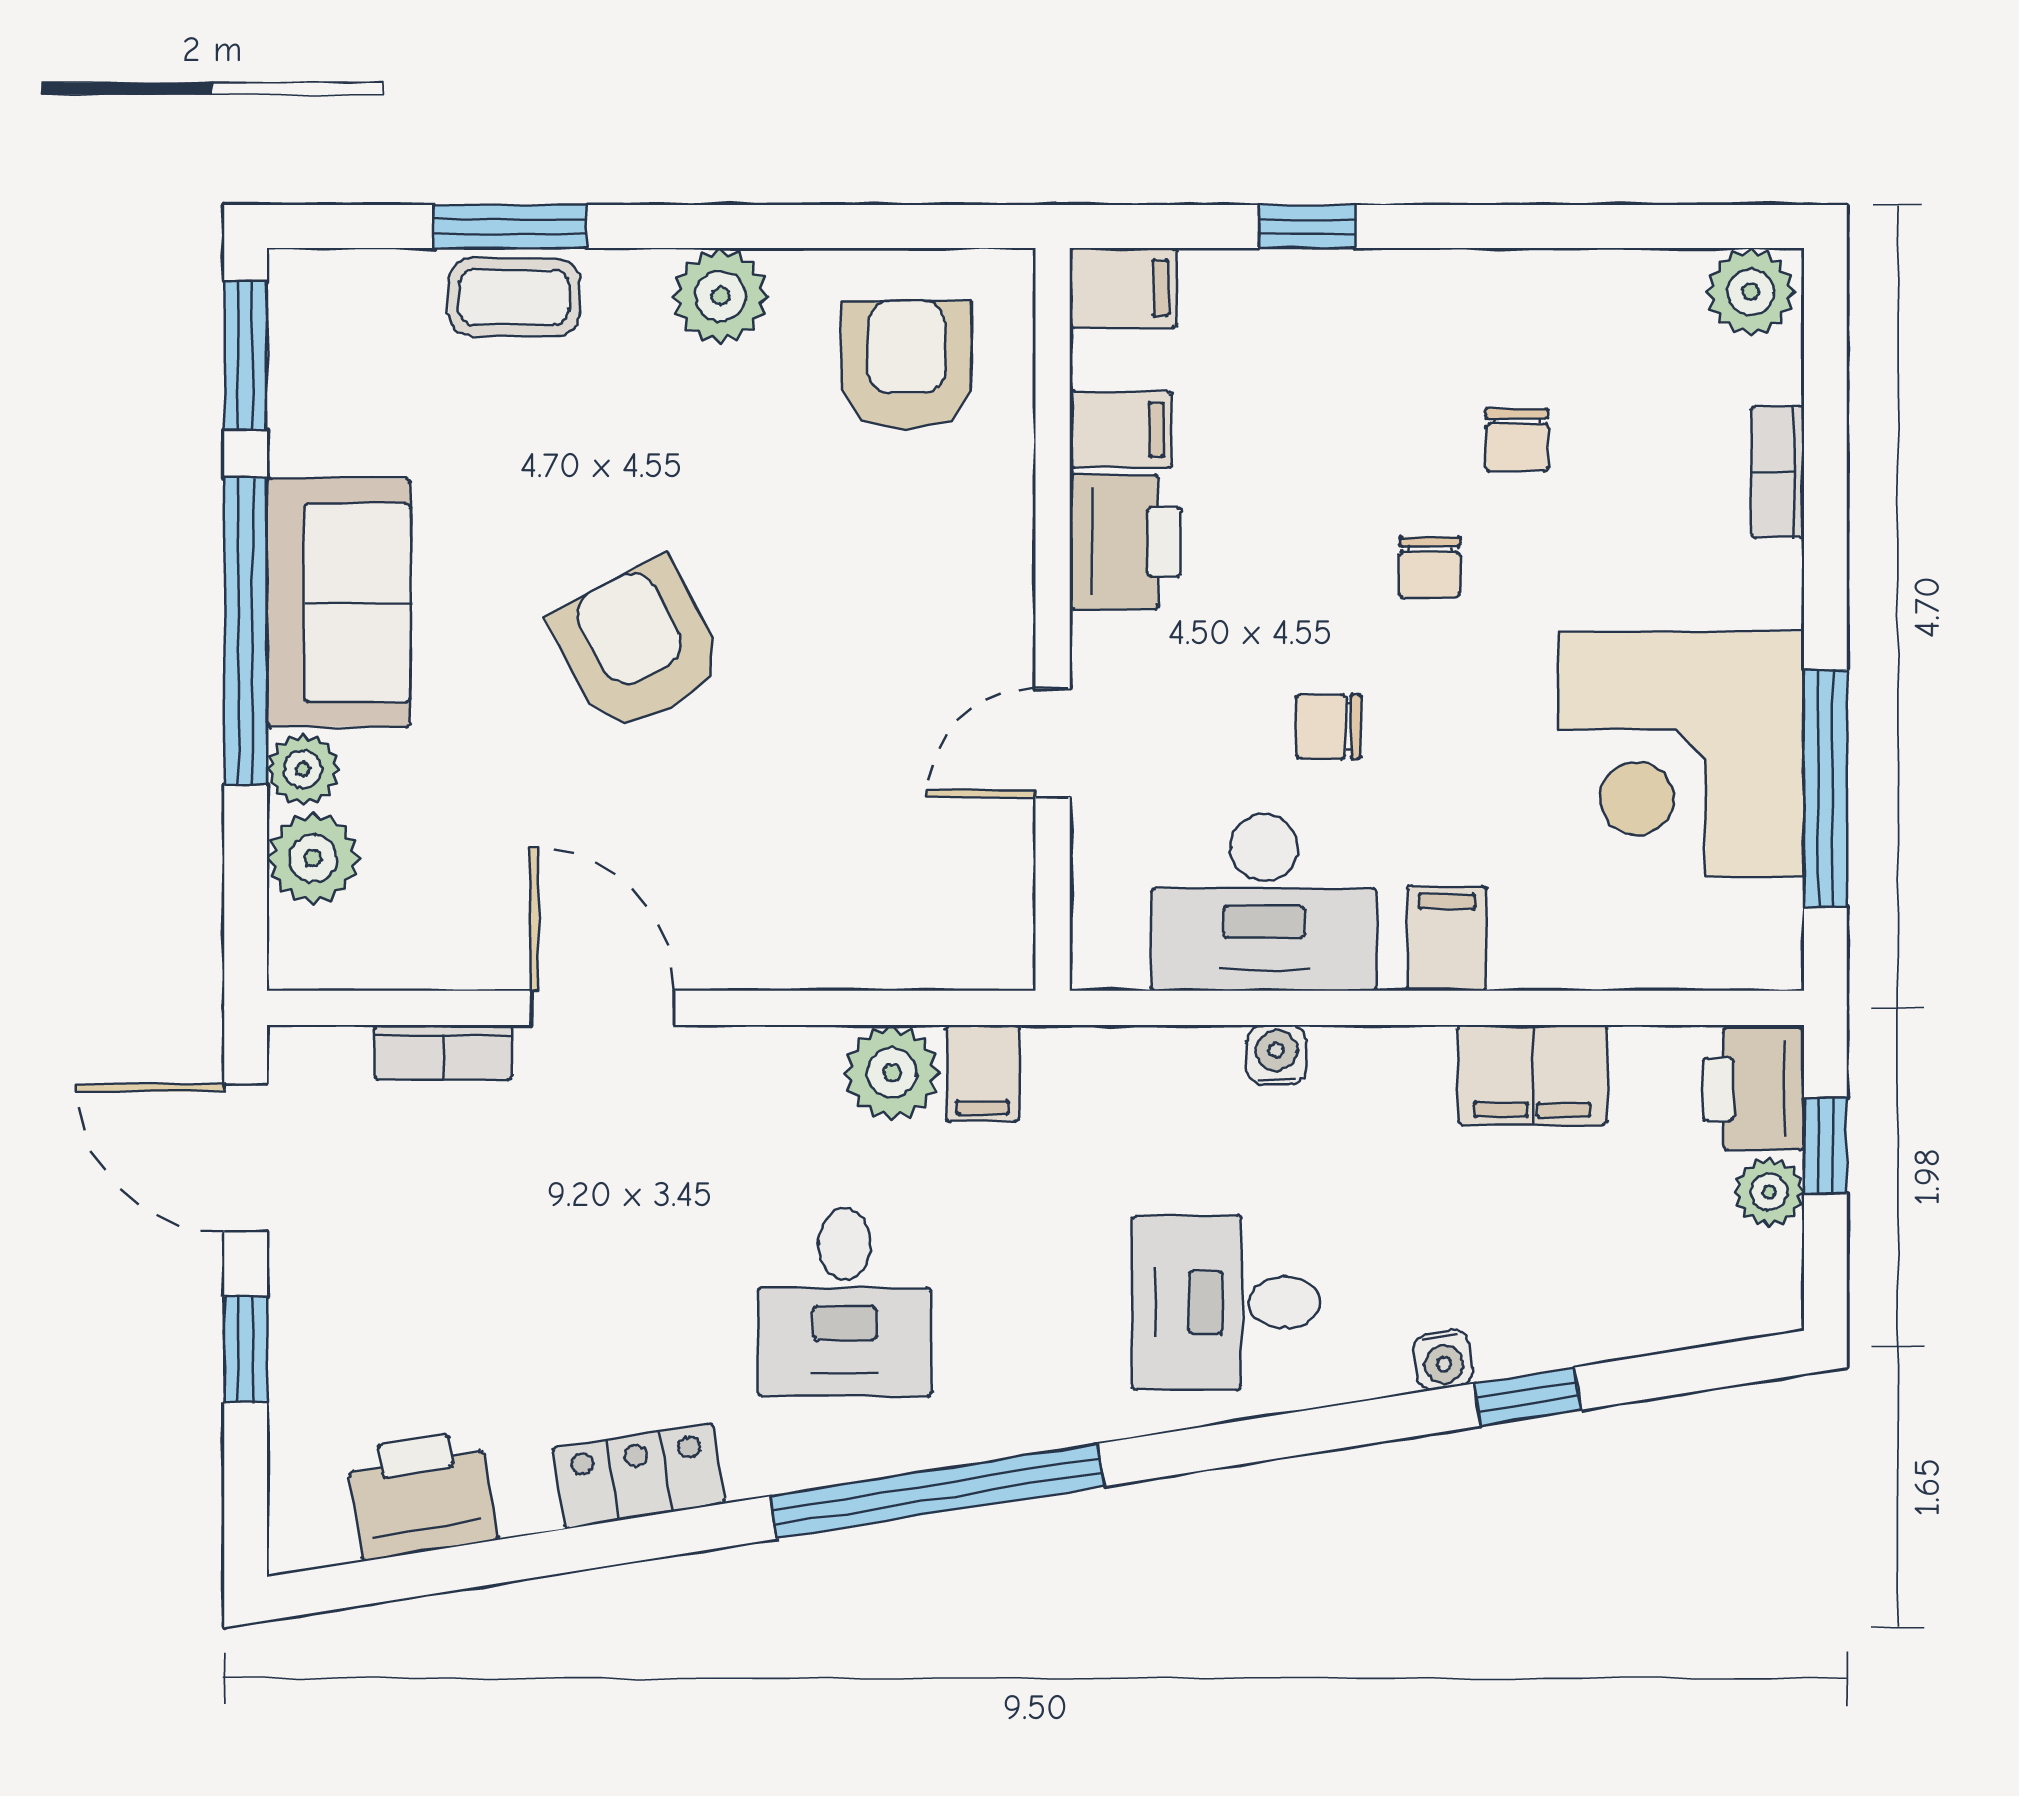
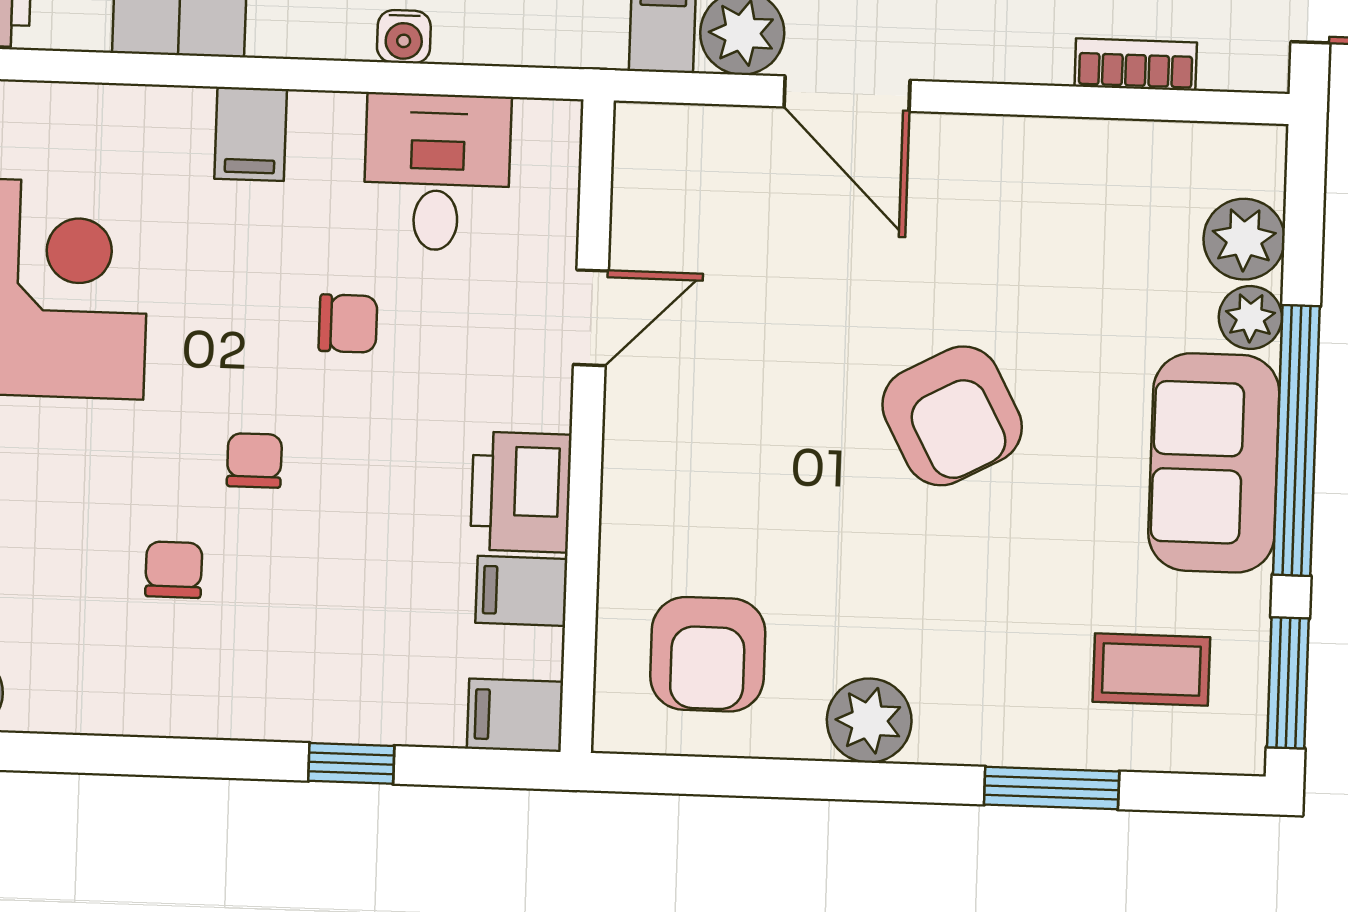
coffee table: (514, 297) -> (1151, 670), moved
desk: (1264, 902) -> (437, 172), width x0.73
door: (602, 1008) -> (847, 94), moved

